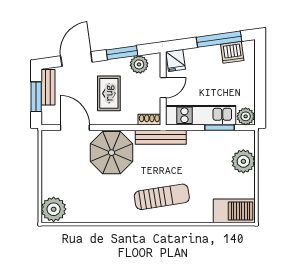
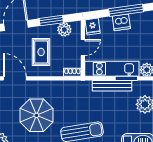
dishwasher: (232, 52) -> (121, 22), moved
bench: (161, 137) -> (112, 86), moved
parasol: (112, 153) -> (36, 115), moved

